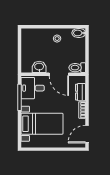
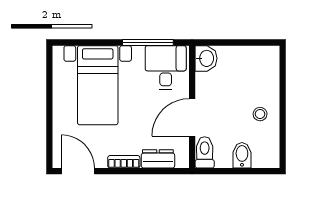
bidet: (79, 33) -> (242, 155), moved
washbasin: (39, 67) -> (206, 58), moved

